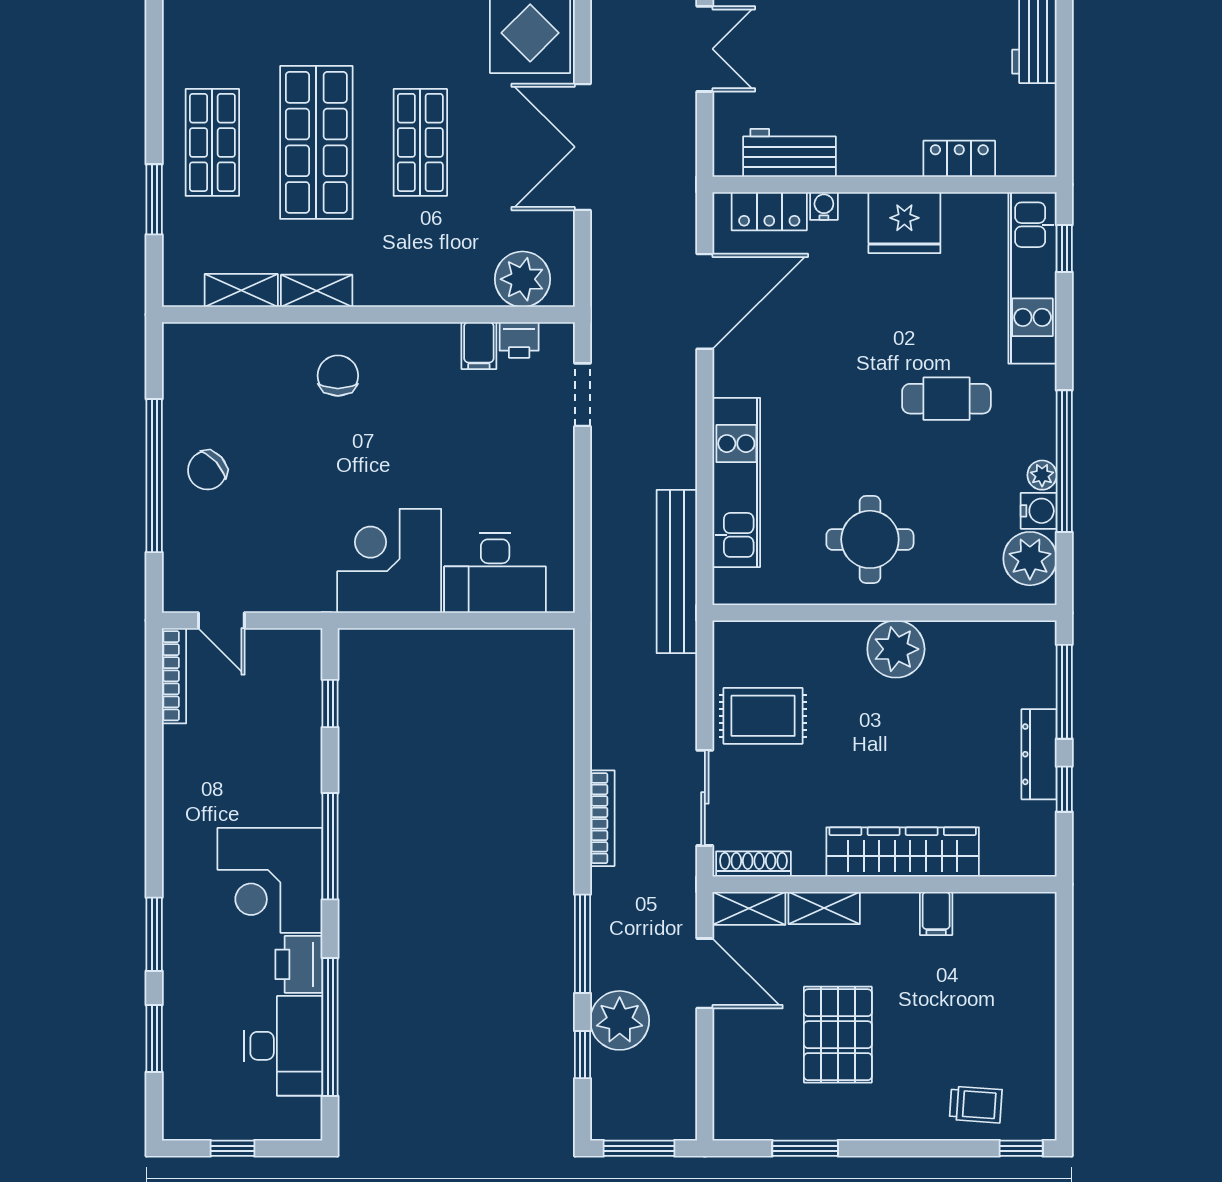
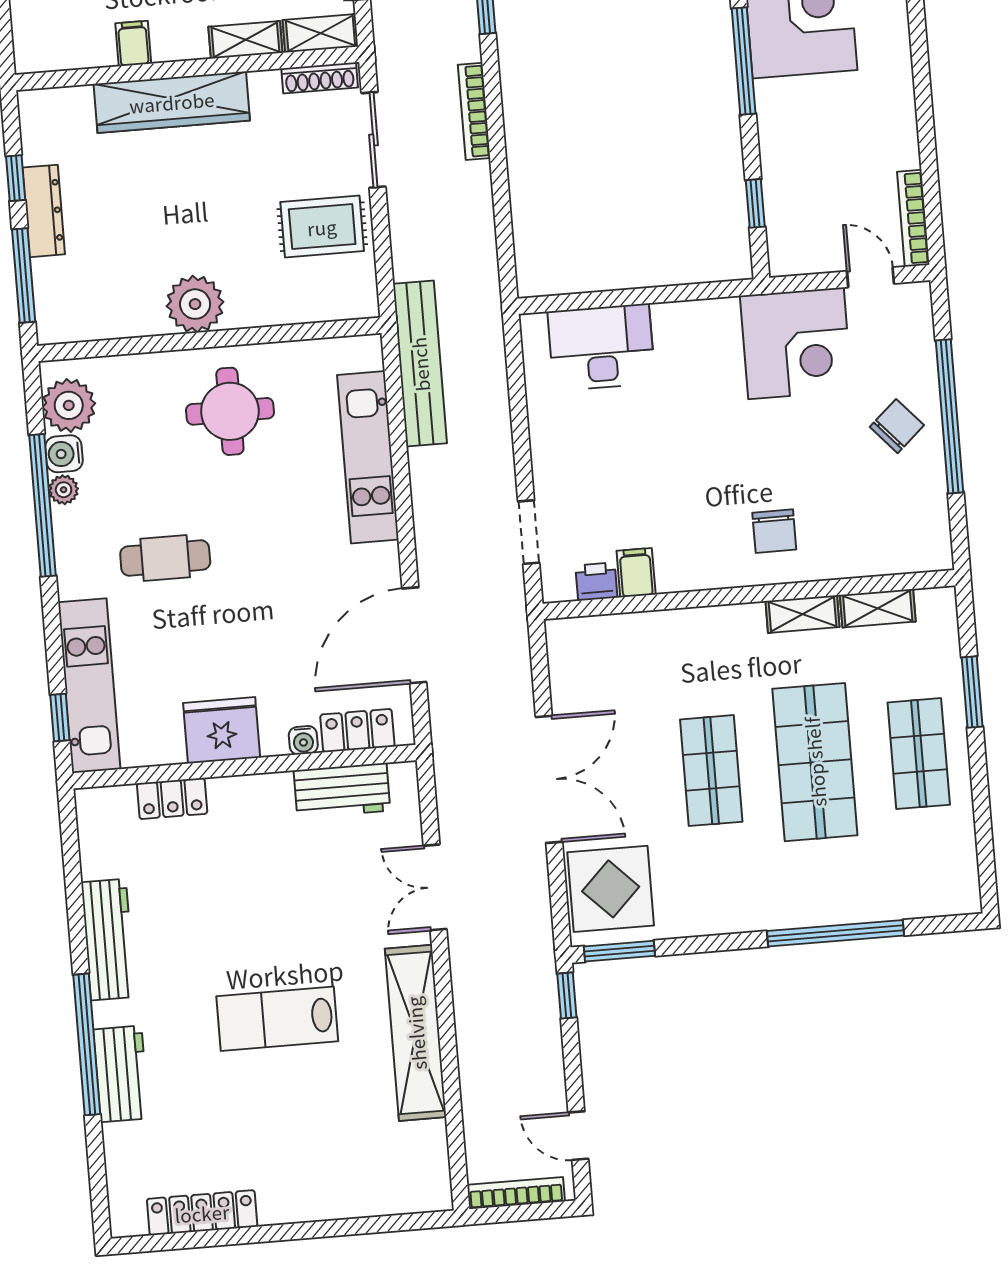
plant: (523, 279) -> (598, 643), removed
corner desk: (389, 561) -> (796, 343), moved

